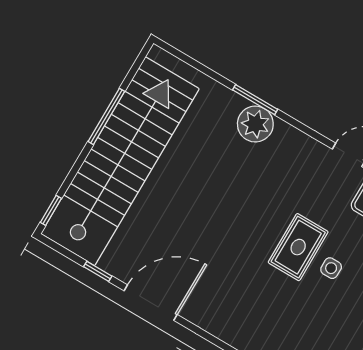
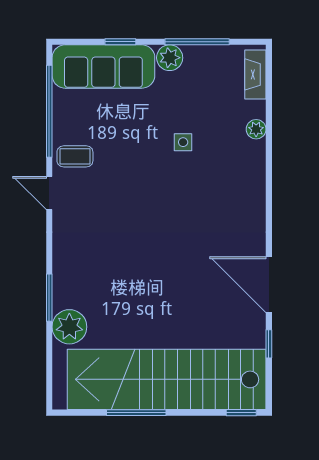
plant: (255, 124) -> (69, 327), moved
rug: (298, 247) -> (150, 190), removed
side table: (331, 268) -> (183, 142), moved

